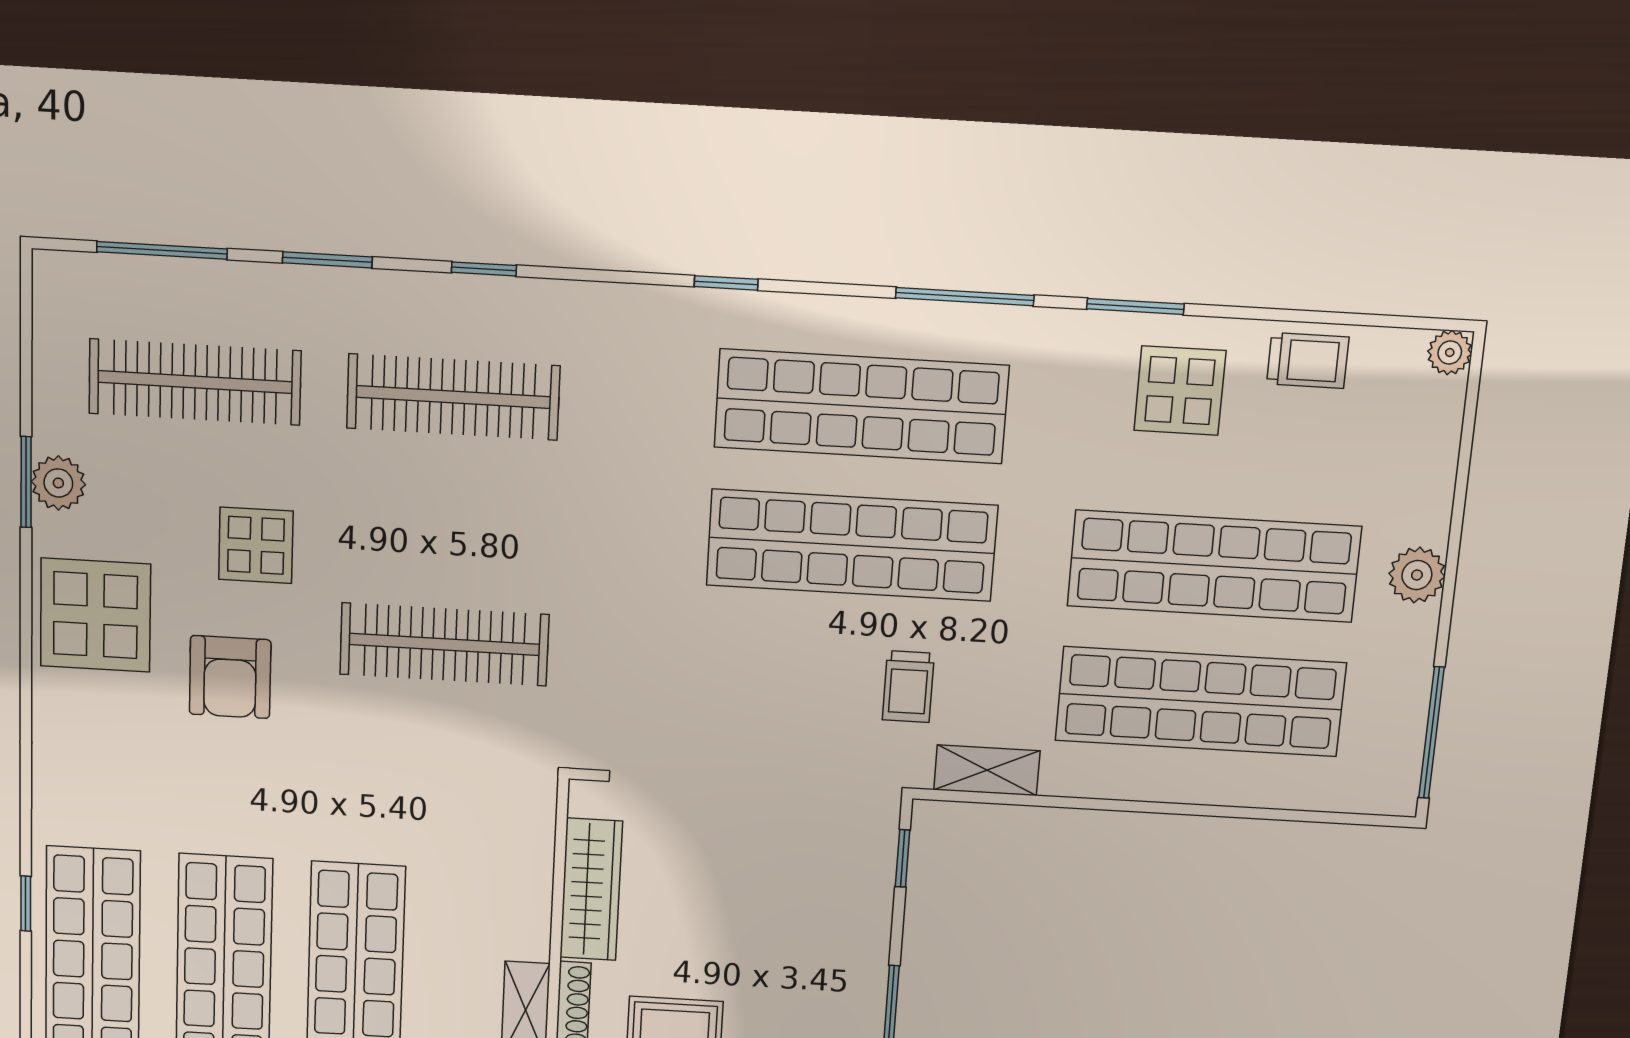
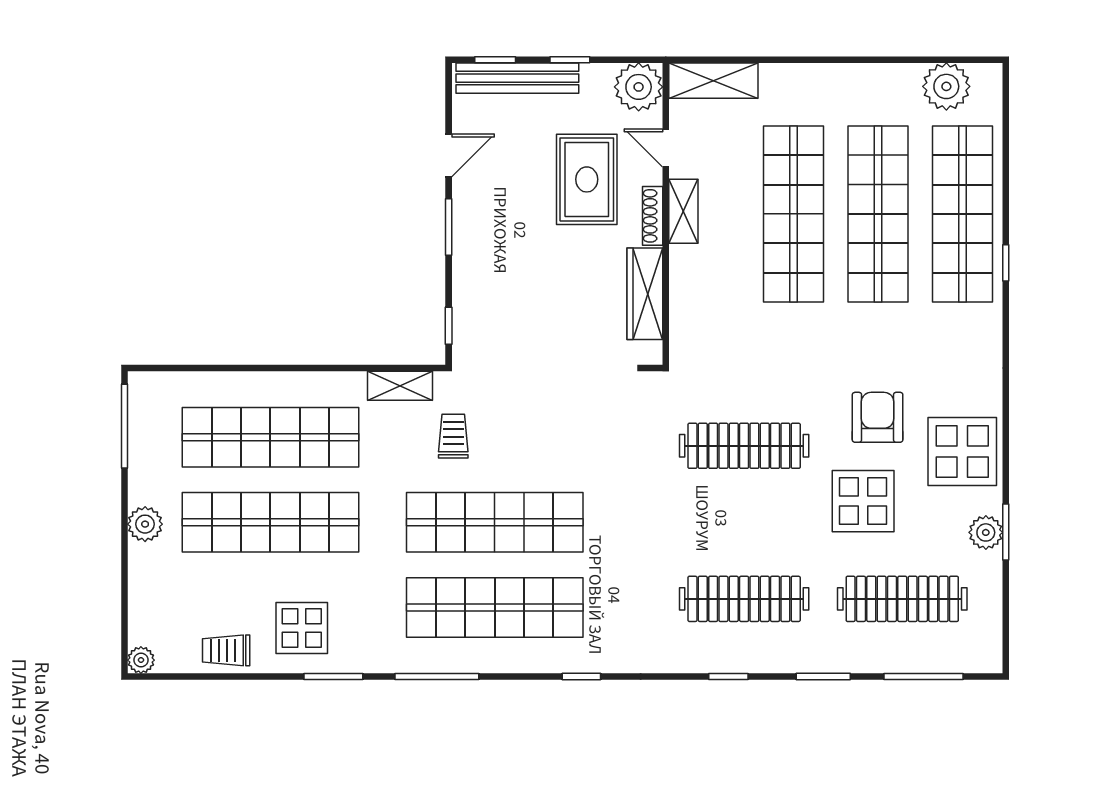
display table: (256, 545) -> (863, 501), width x1.36, depth x1.36

